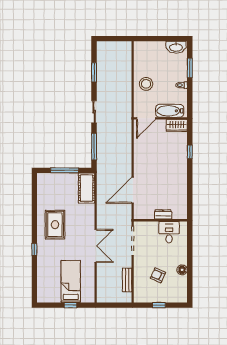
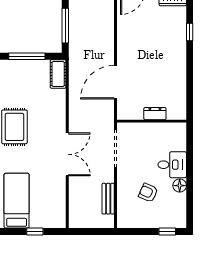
cot: (87, 188) -> (58, 74), width x0.73, depth x0.75
desk: (169, 232) -> (172, 165), moved, turned 90
bed: (71, 281) -> (17, 201), moved
window: (159, 305) -> (167, 231), moved

